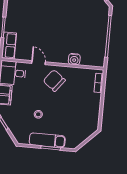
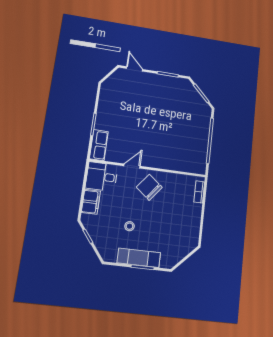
water cooler: (74, 59) -> (172, 164), removed
door: (38, 63) -> (132, 166), hinge flipped

